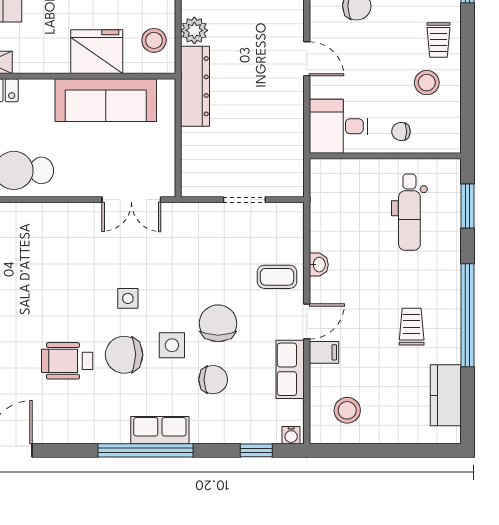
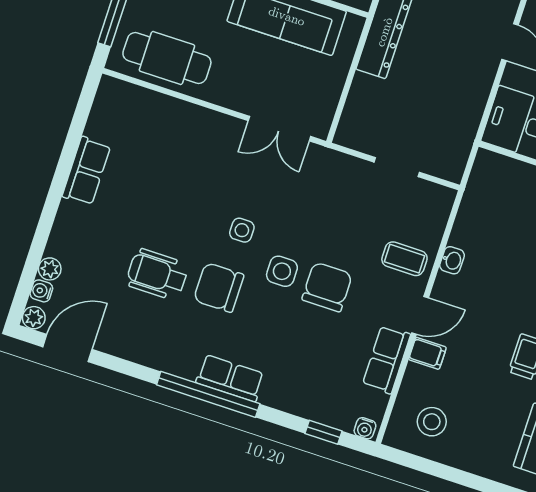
side table: (172, 345) -> (282, 271), moved
chair: (213, 380) -> (303, 344), removed

